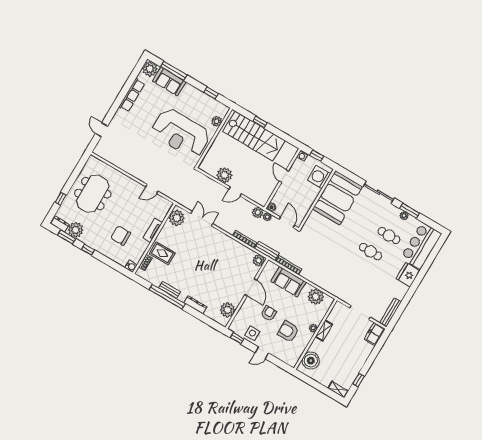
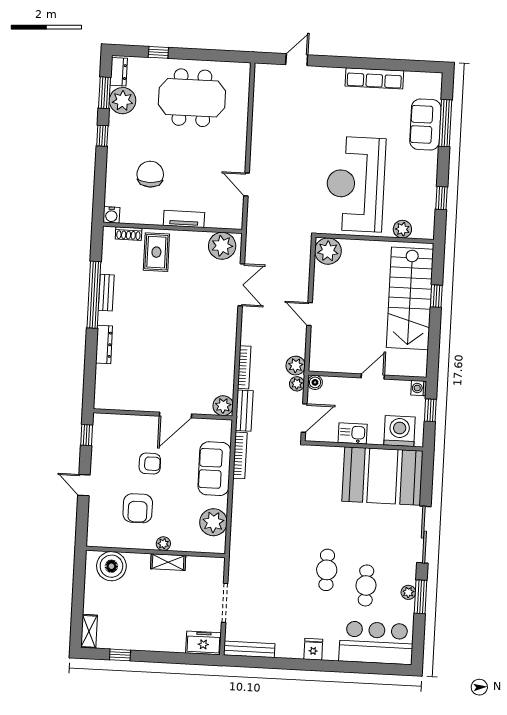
plant: (150, 69) -> (429, 85), removed
plant: (224, 175) -> (328, 251), moved
kitchen sink: (308, 202) -> (353, 433), added
fridge: (408, 275) -> (313, 649), width x0.53, depth x0.75
plant: (227, 310) -> (122, 398), removed
armchair: (288, 332) -> (138, 508), turned 180
side table: (252, 333) -> (107, 455), removed

